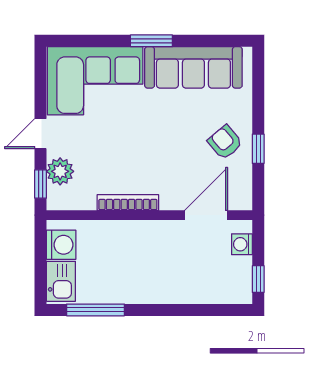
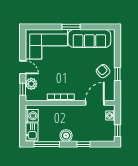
door: (41, 134) -> (23, 67), swing flipped
boiler: (140, 290) -> (66, 136), added
window: (180, 310) -> (83, 144), added

